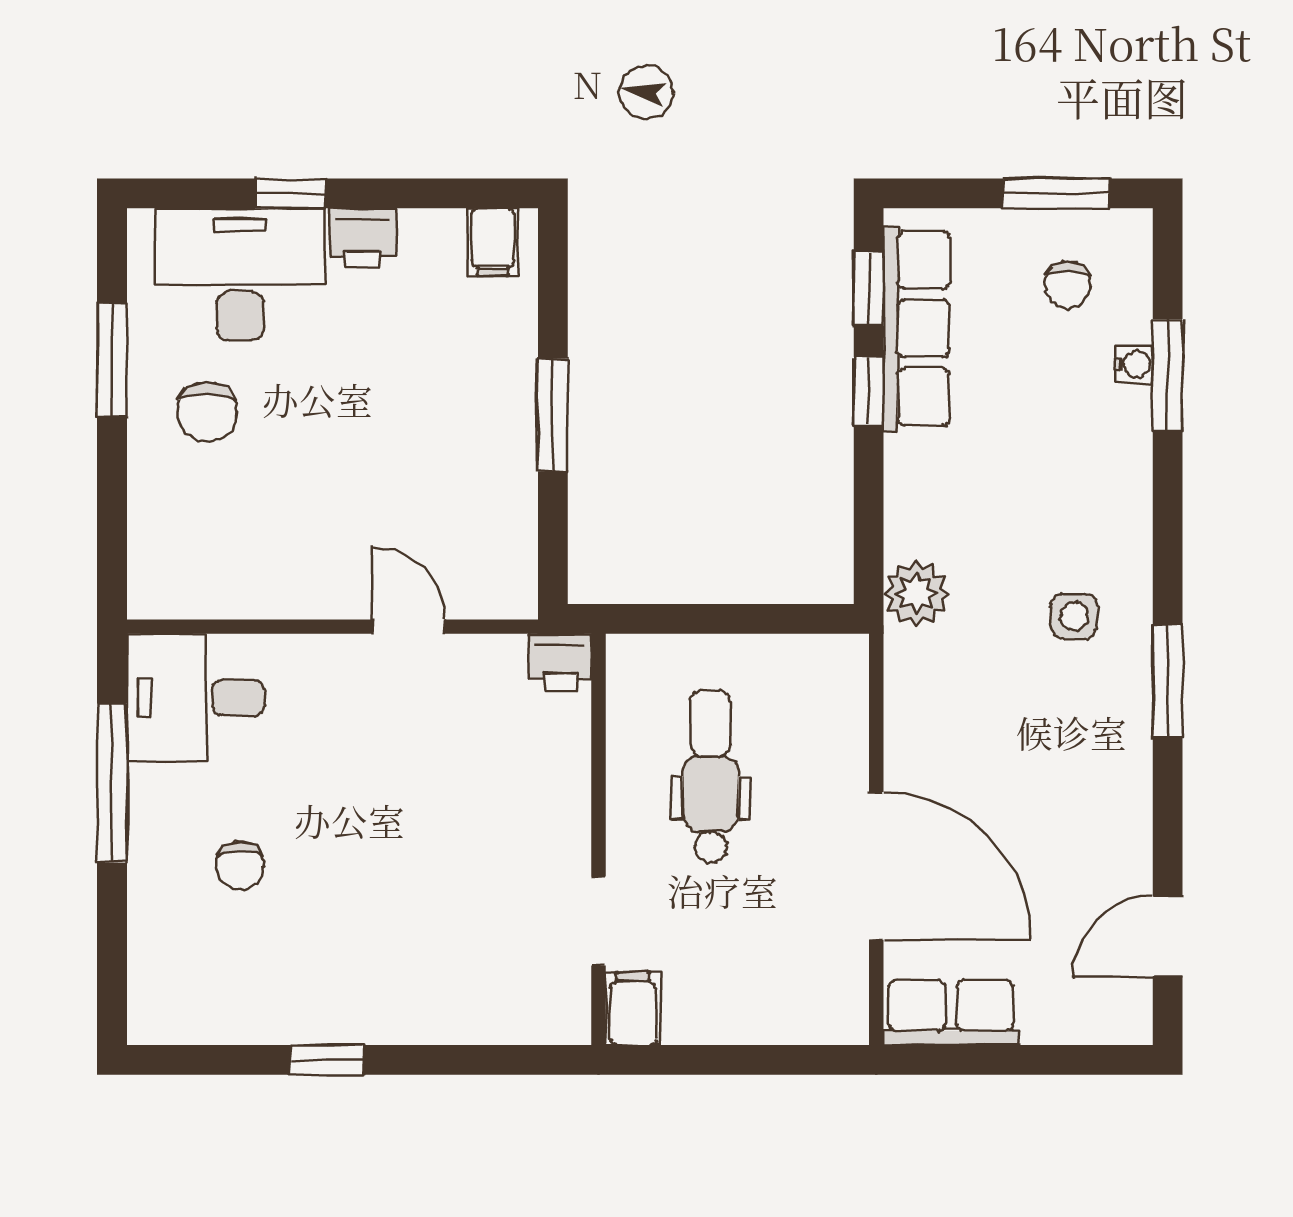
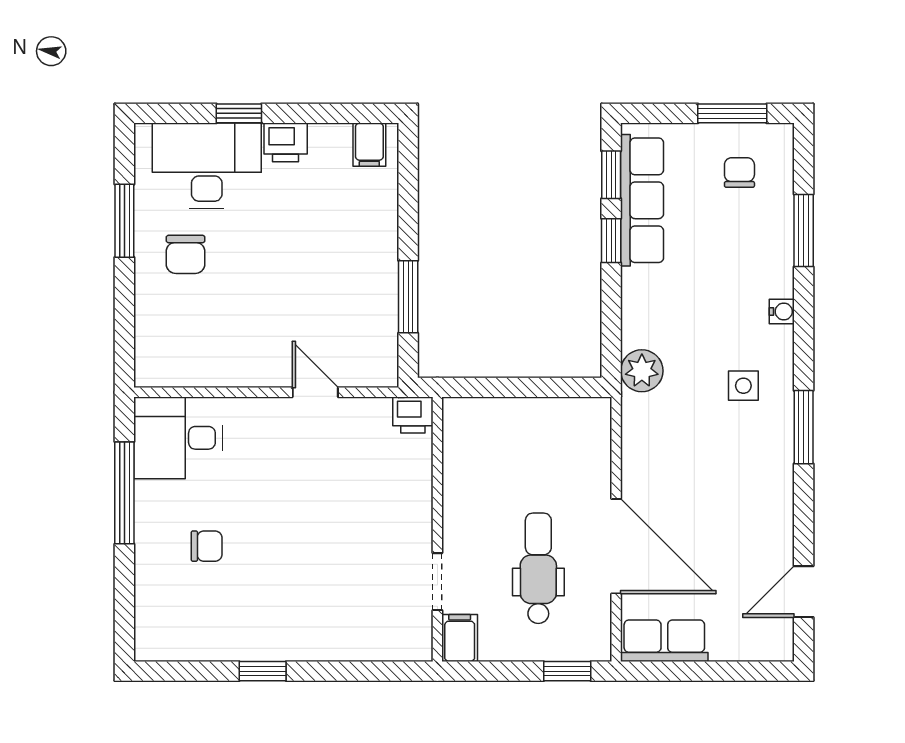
chair: (1068, 285) -> (739, 172), turned 180
water cooler: (1134, 364) -> (782, 311), moved
window: (553, 415) -> (408, 297), moved
dental chair: (711, 776) -> (538, 568), moved
chair: (240, 866) -> (207, 546), turned -90
window: (800, 1060) -> (567, 671), added

